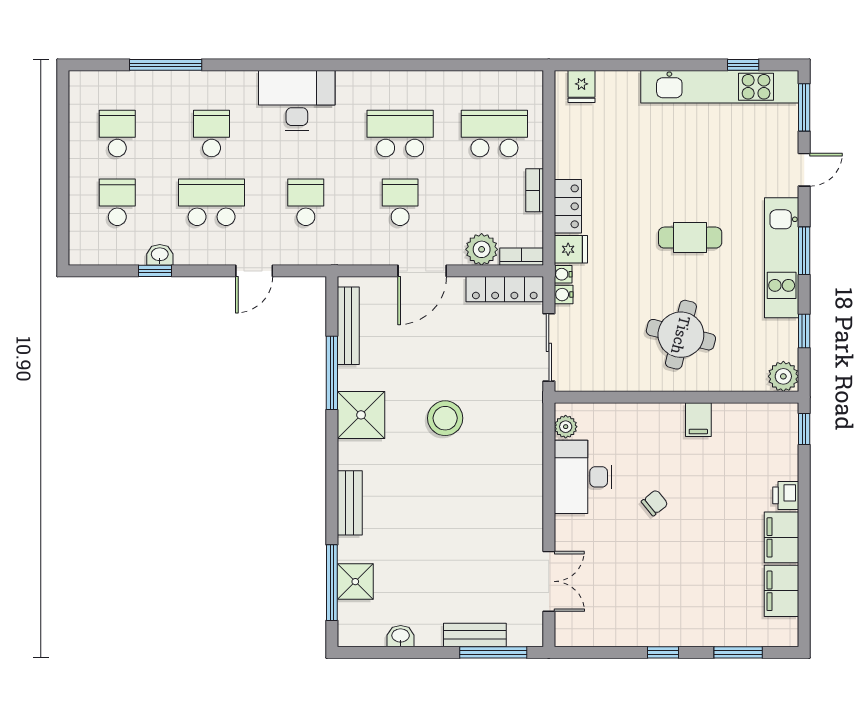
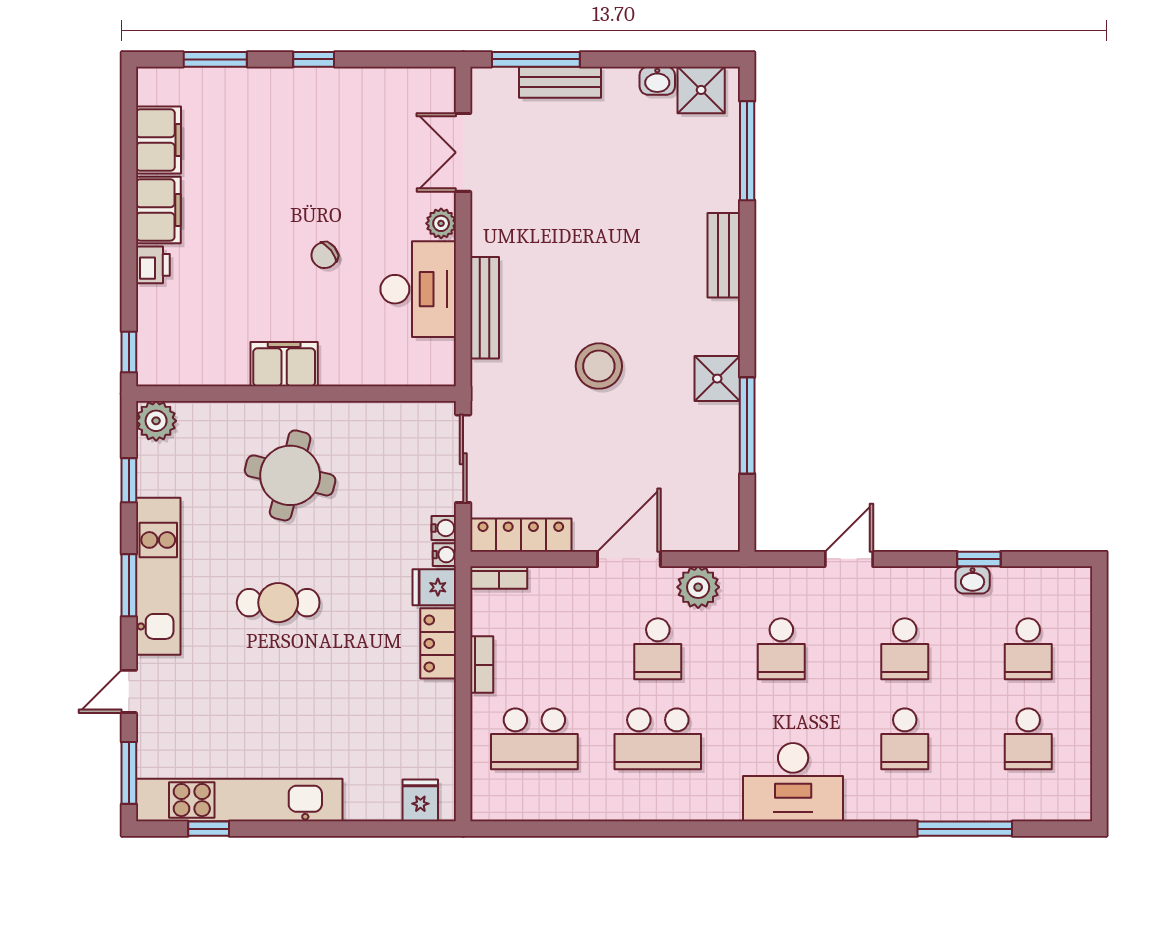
school desk: (212, 202) -> (905, 649), width x0.54
plant: (482, 249) -> (698, 587), moved
bench: (348, 326) -> (485, 308), moved
shower: (361, 415) -> (717, 379), width x0.73, depth x0.73
filing cabinet: (698, 420) -> (284, 364), width x2.00
plant: (566, 427) -> (441, 223), moved
shower: (355, 582) -> (701, 90), moved

